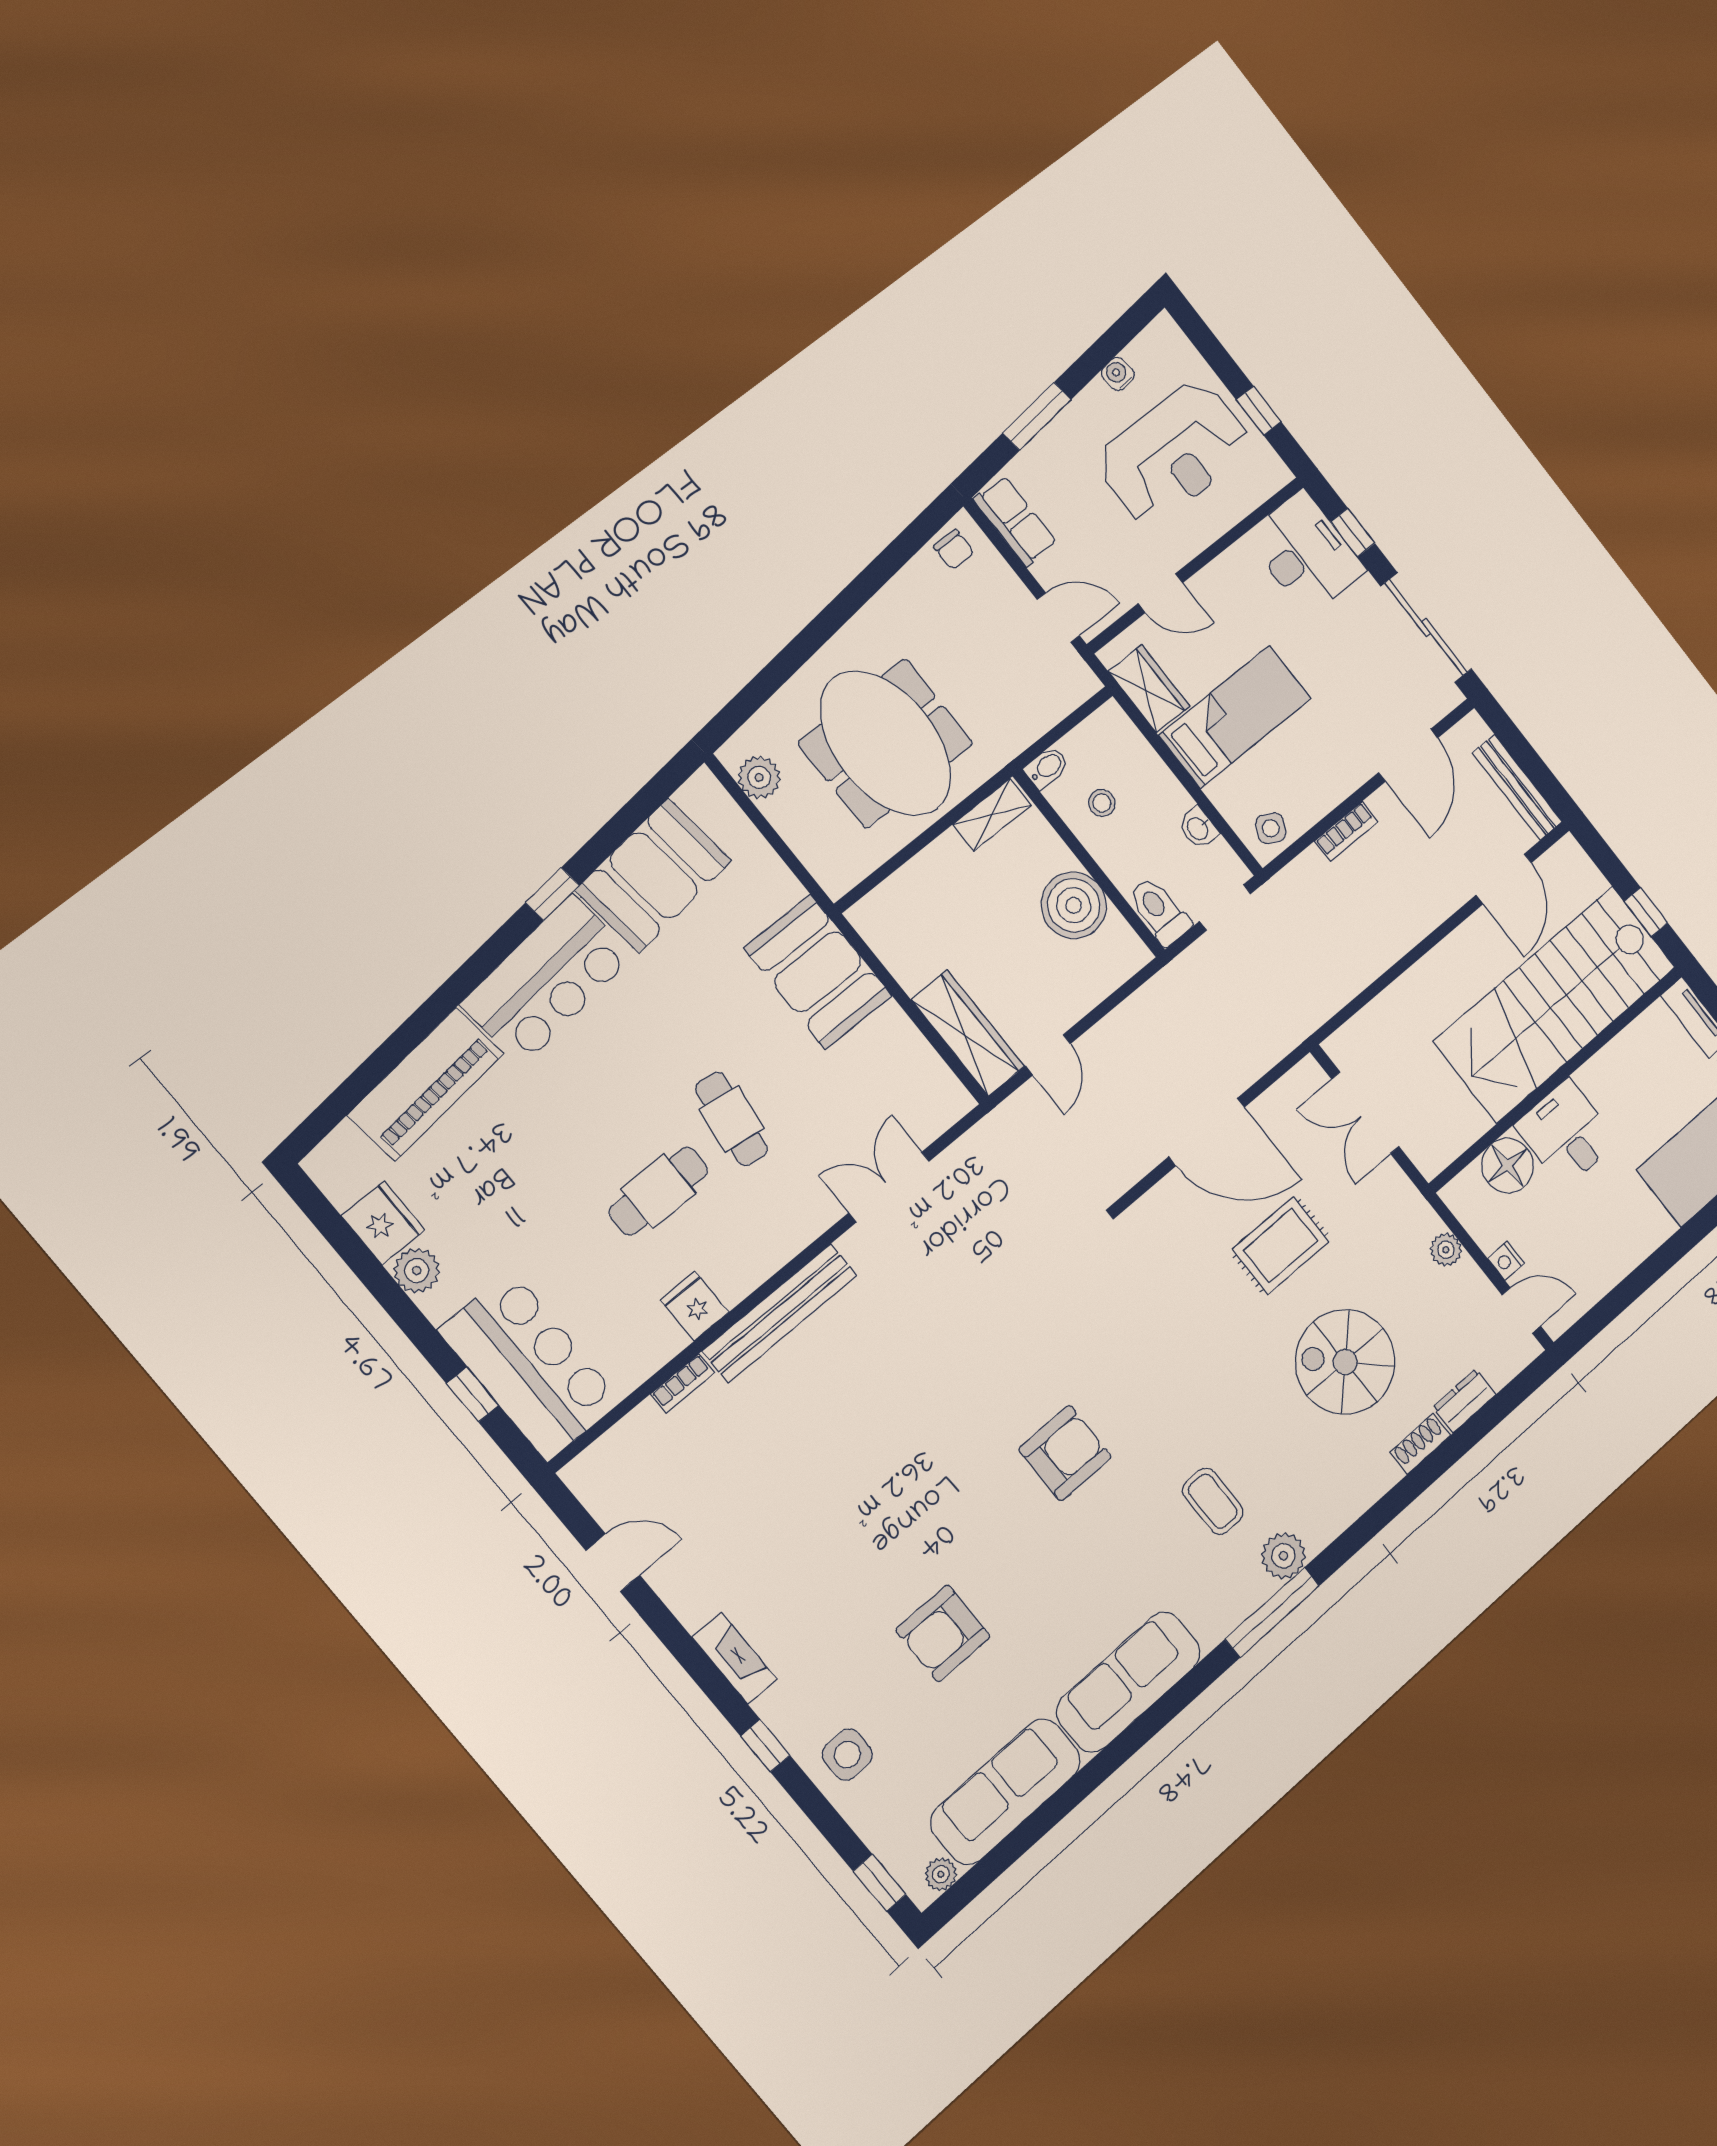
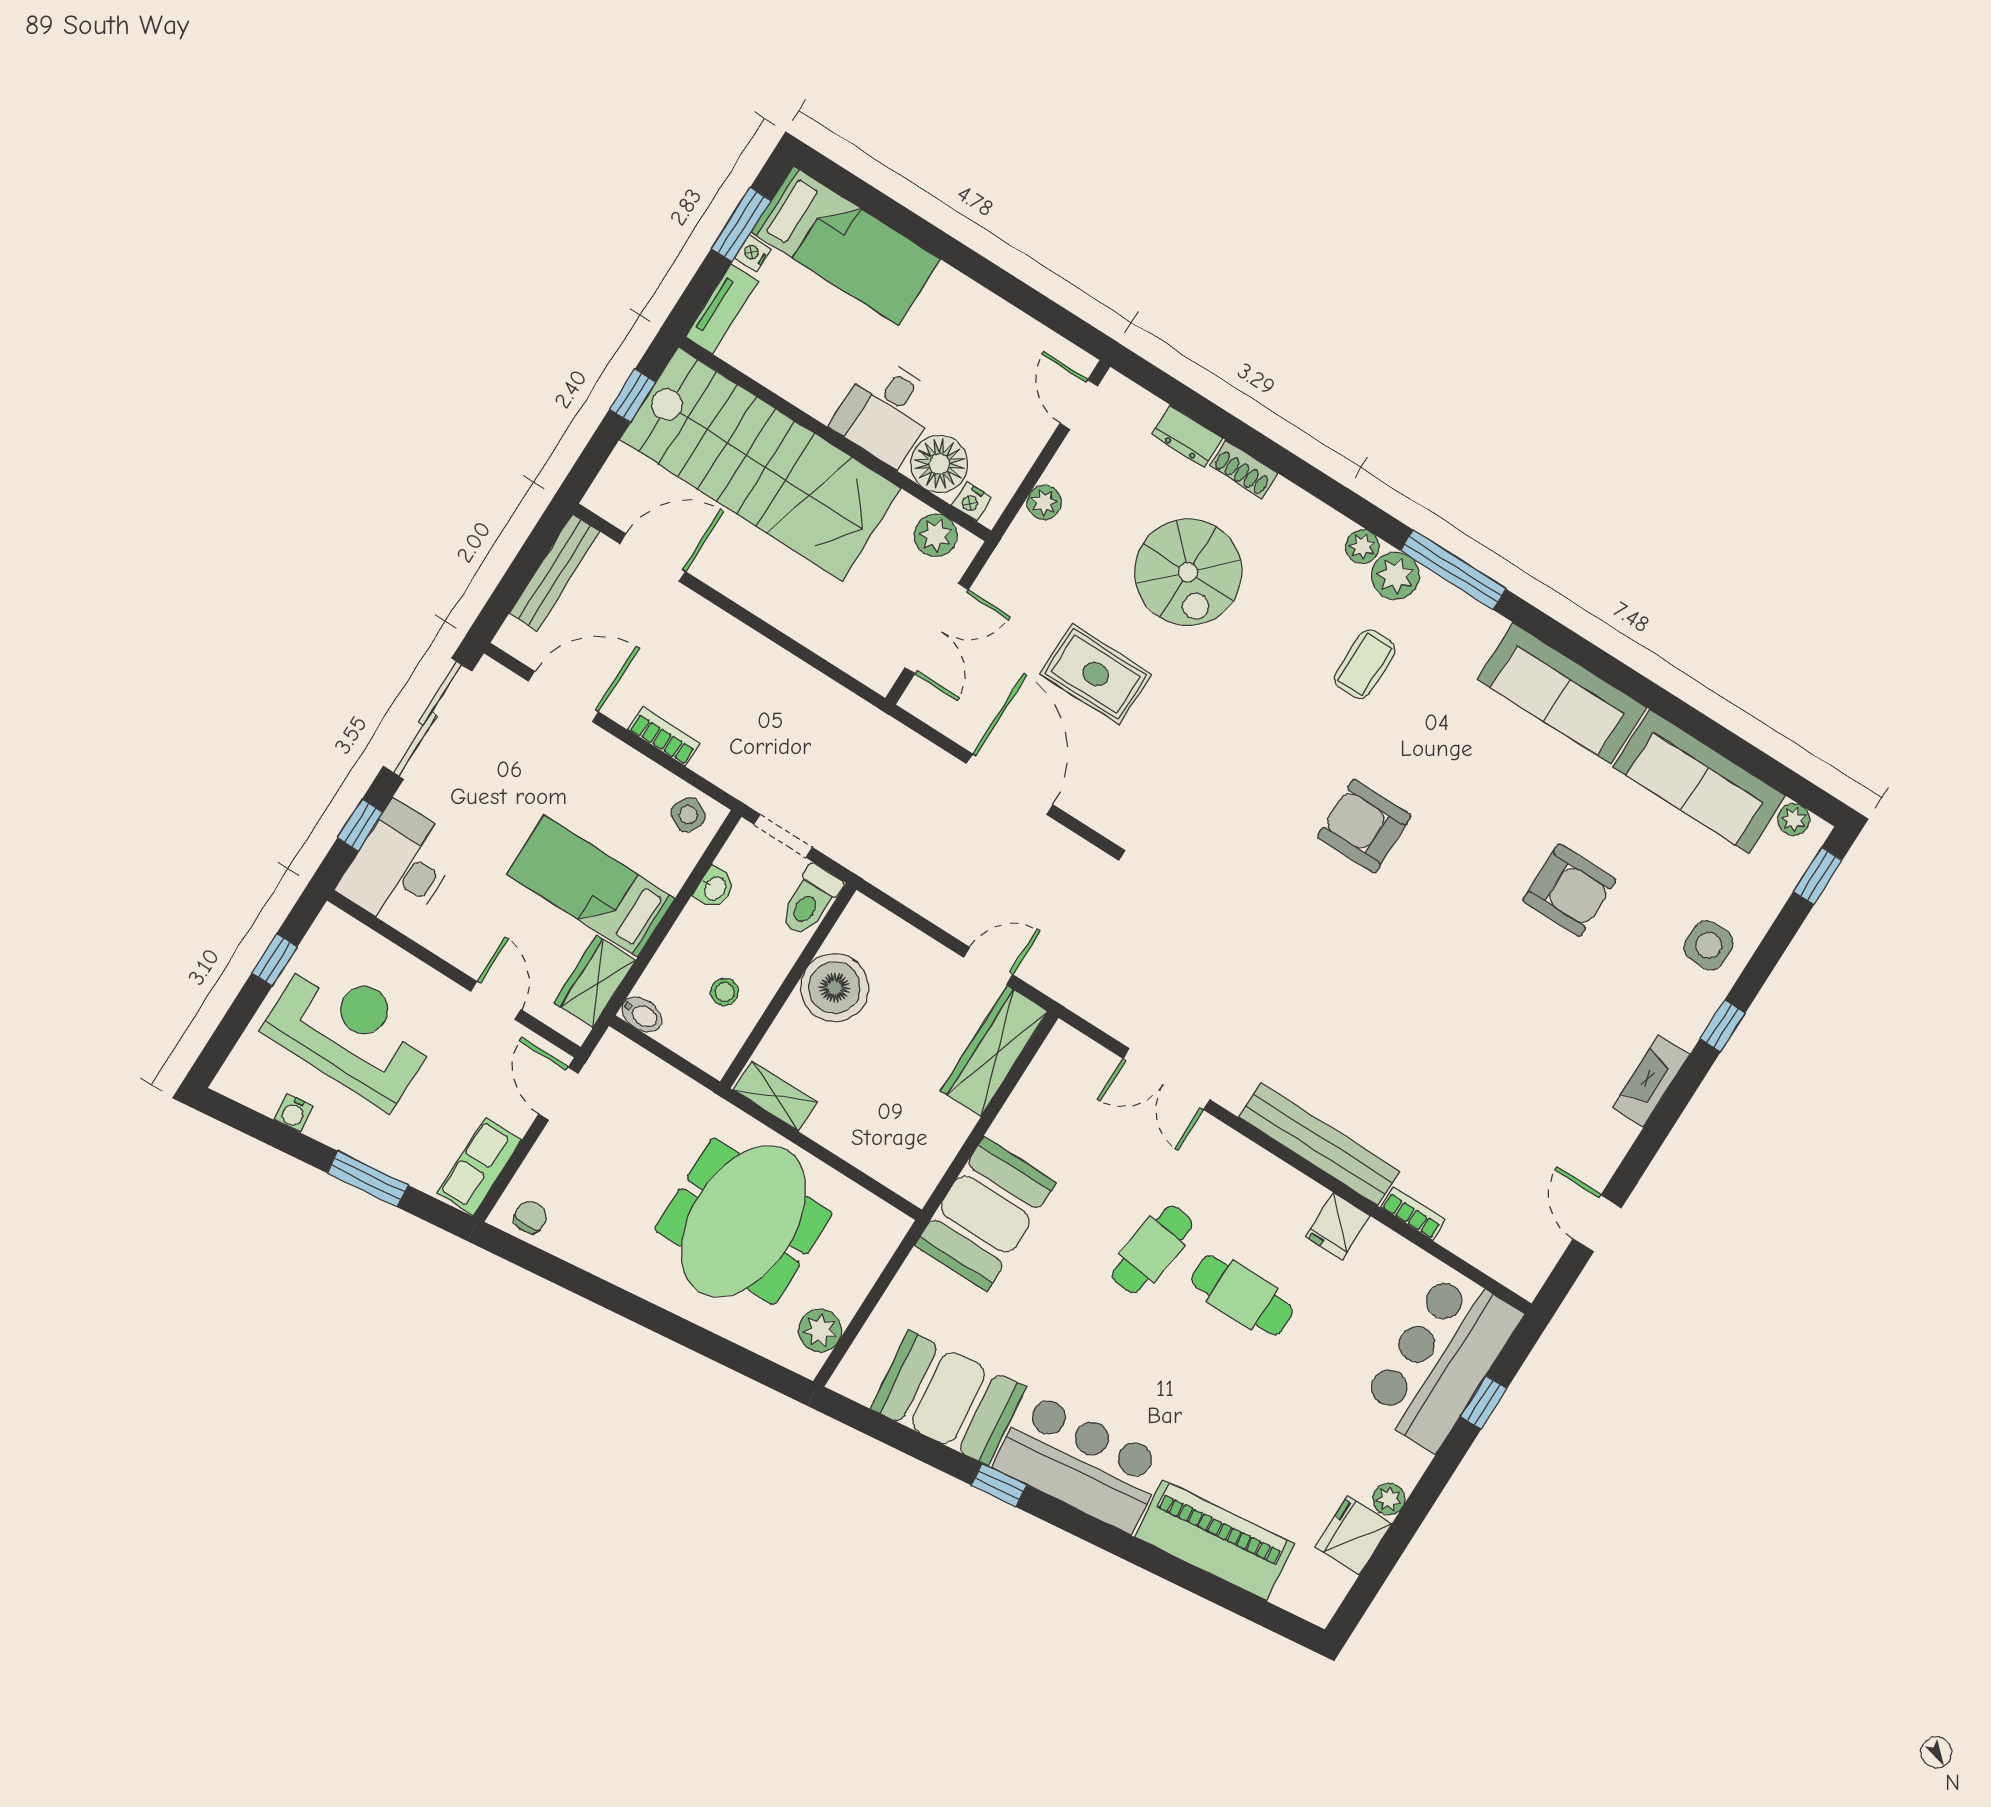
bidet: (1047, 767) -> (642, 1014), moved, turned 180
plant: (1447, 1141) -> (936, 535), added
nightstand: (1506, 1261) -> (971, 501), moved, turned 90
plant: (417, 1271) -> (1389, 1499), width x0.73, depth x0.73
plant: (1319, 1533) -> (1362, 547), added

